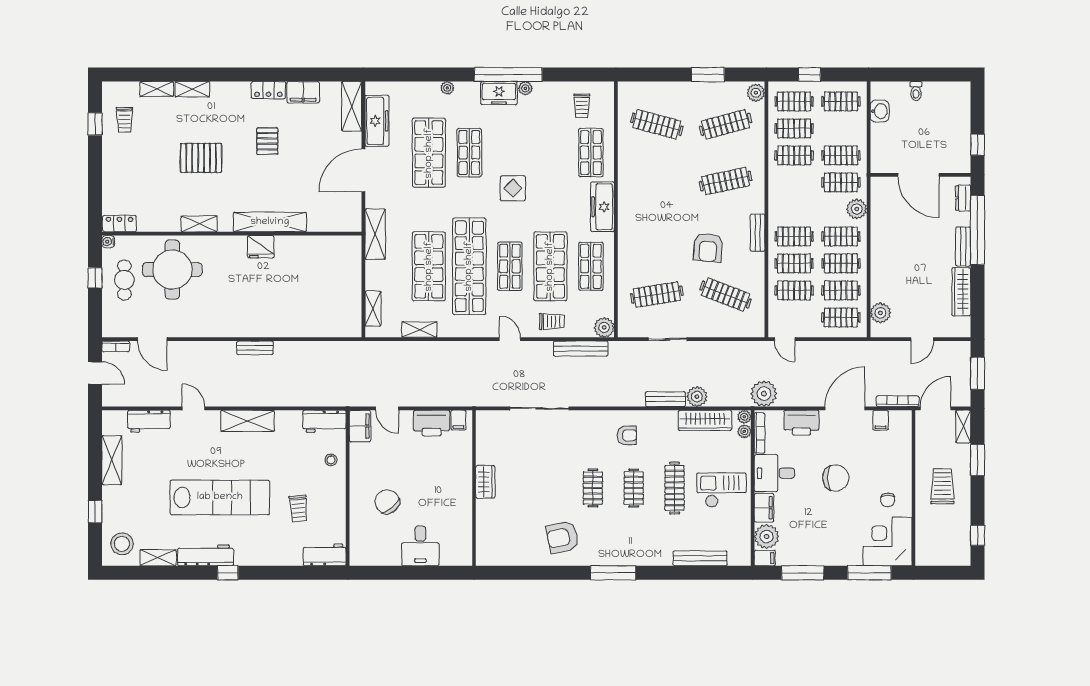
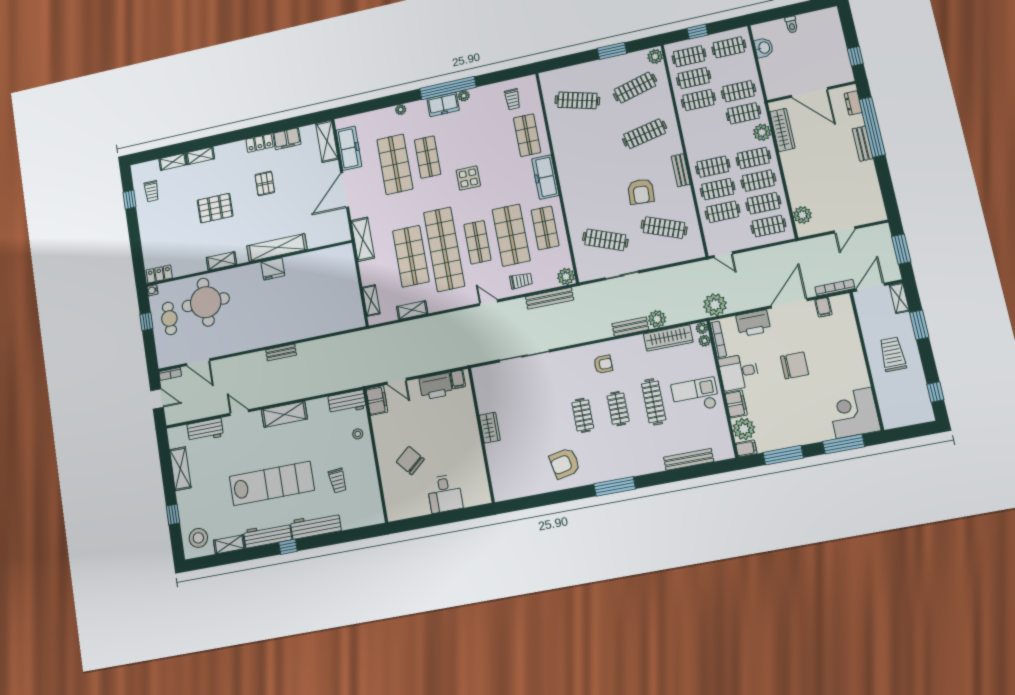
wardrobe: (961, 292) -> (782, 130), moved, turned 180
clothes rail: (657, 295) -> (605, 240), turned 30
chair: (888, 500) -> (846, 376), removed
workbench: (325, 555) -> (316, 526), moved, width x1.38

